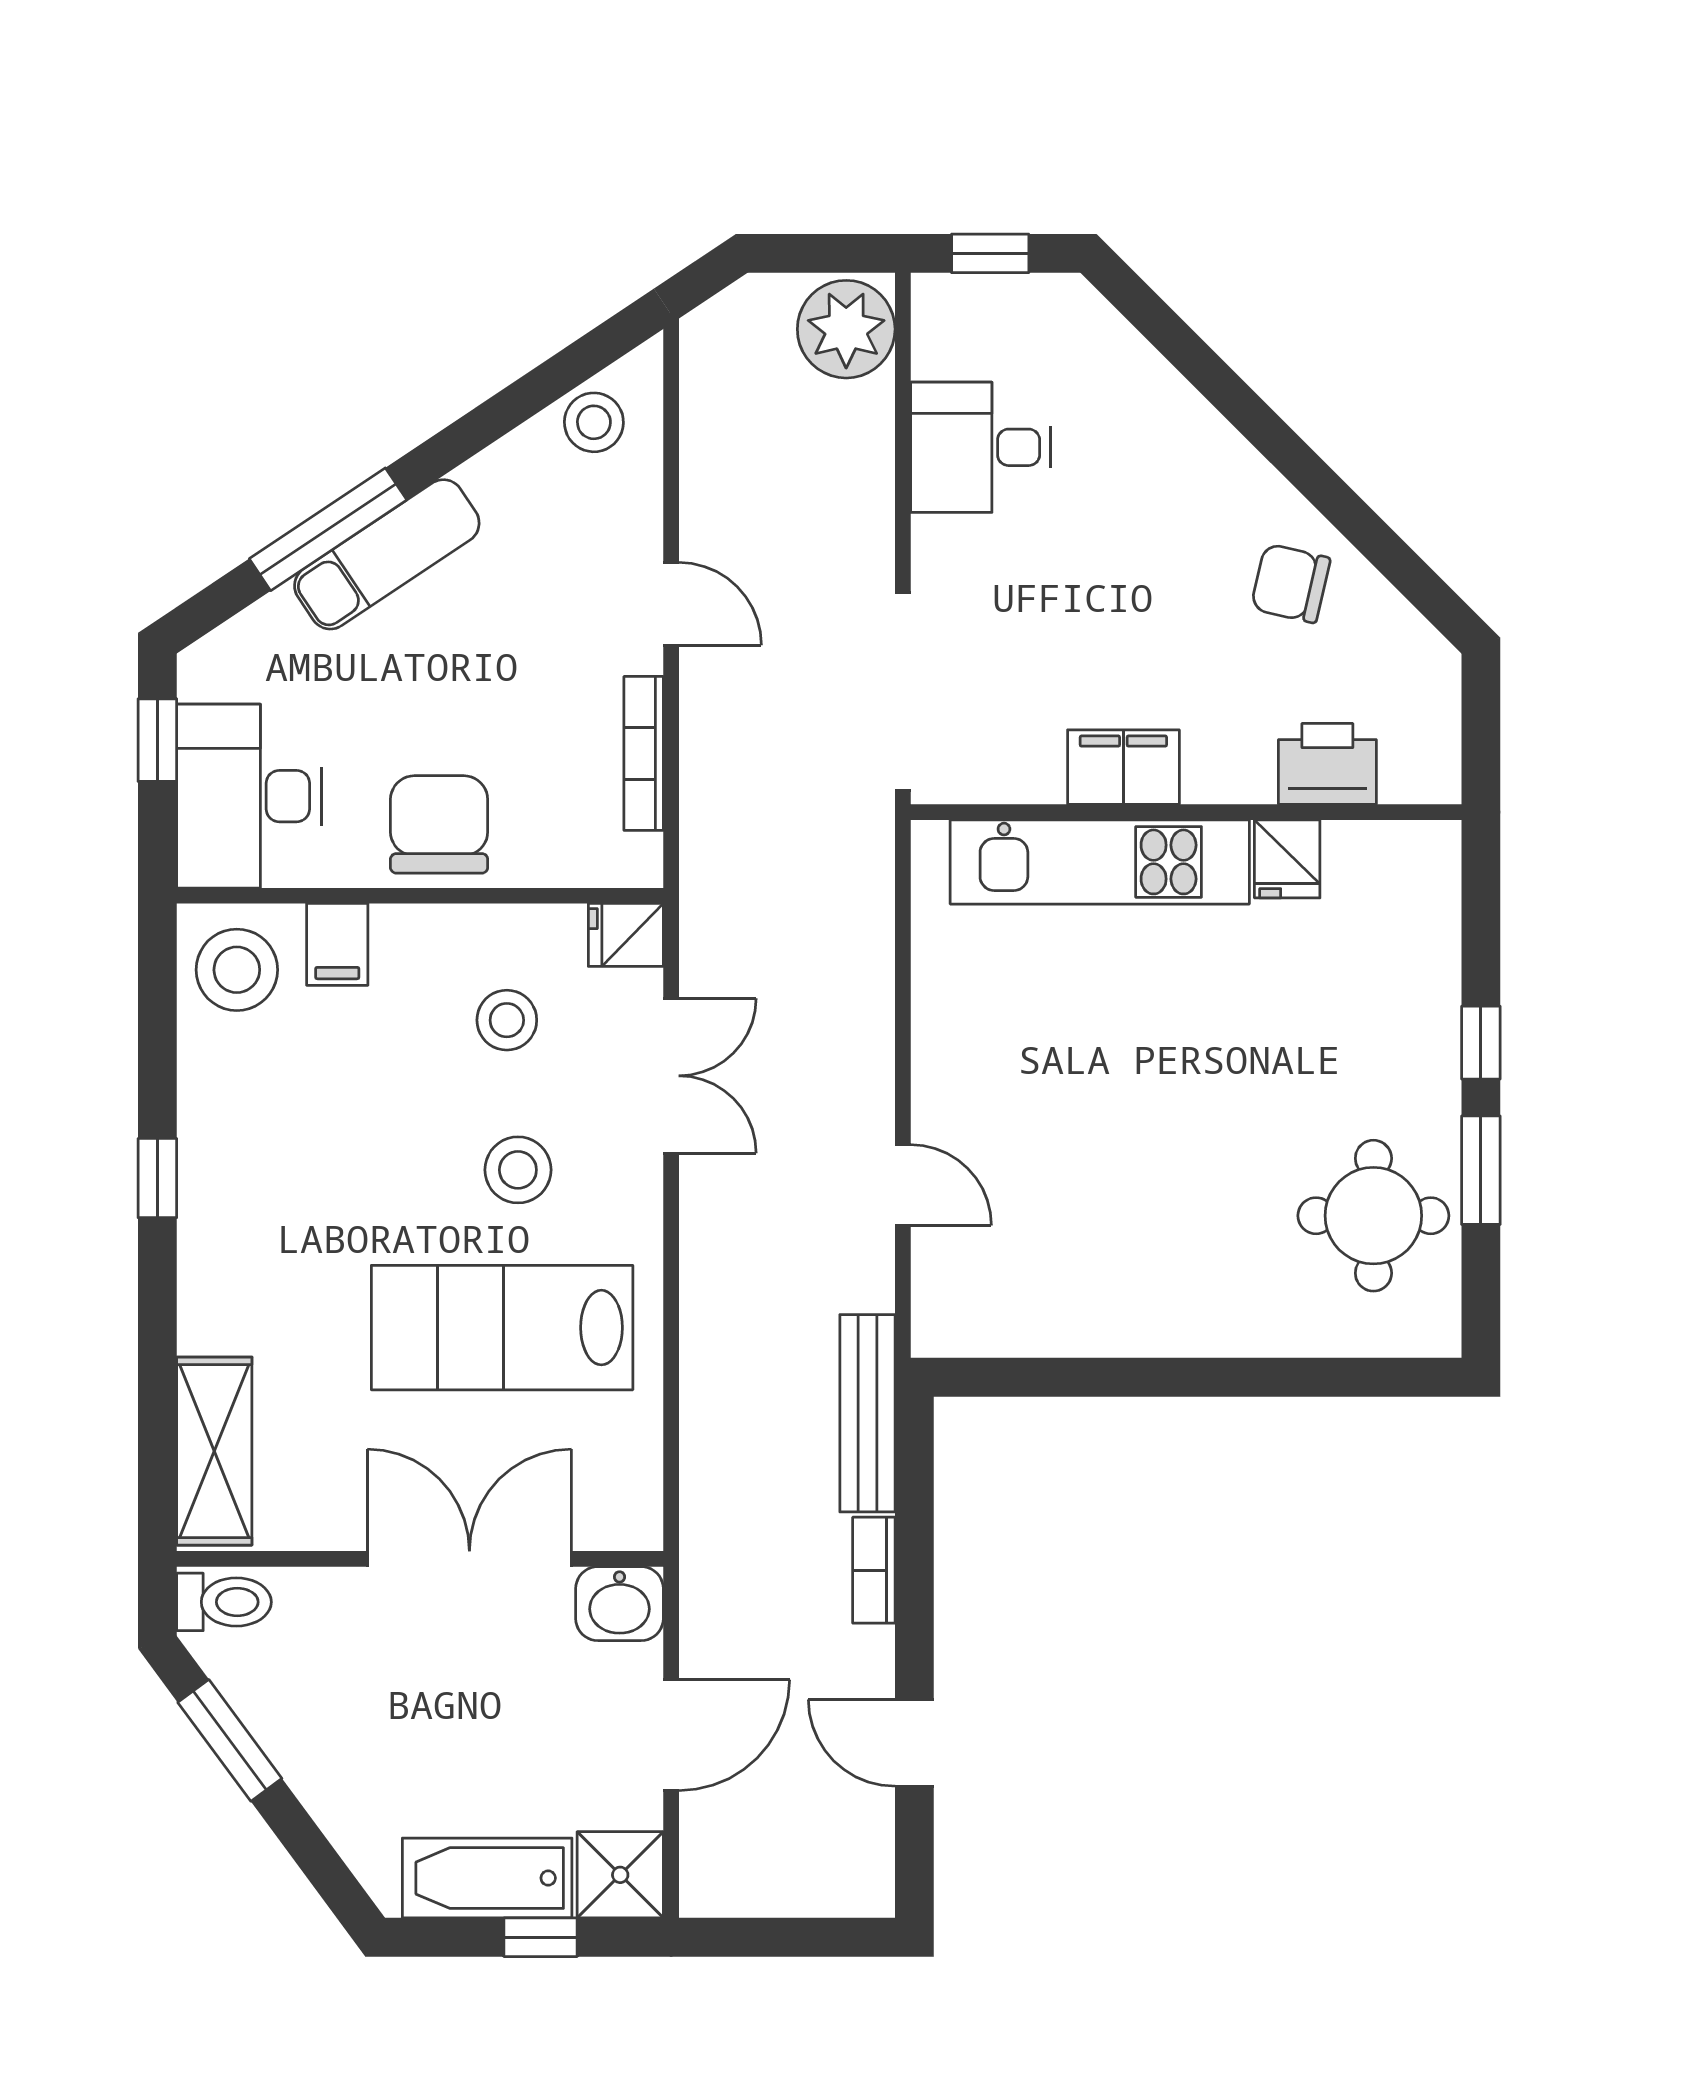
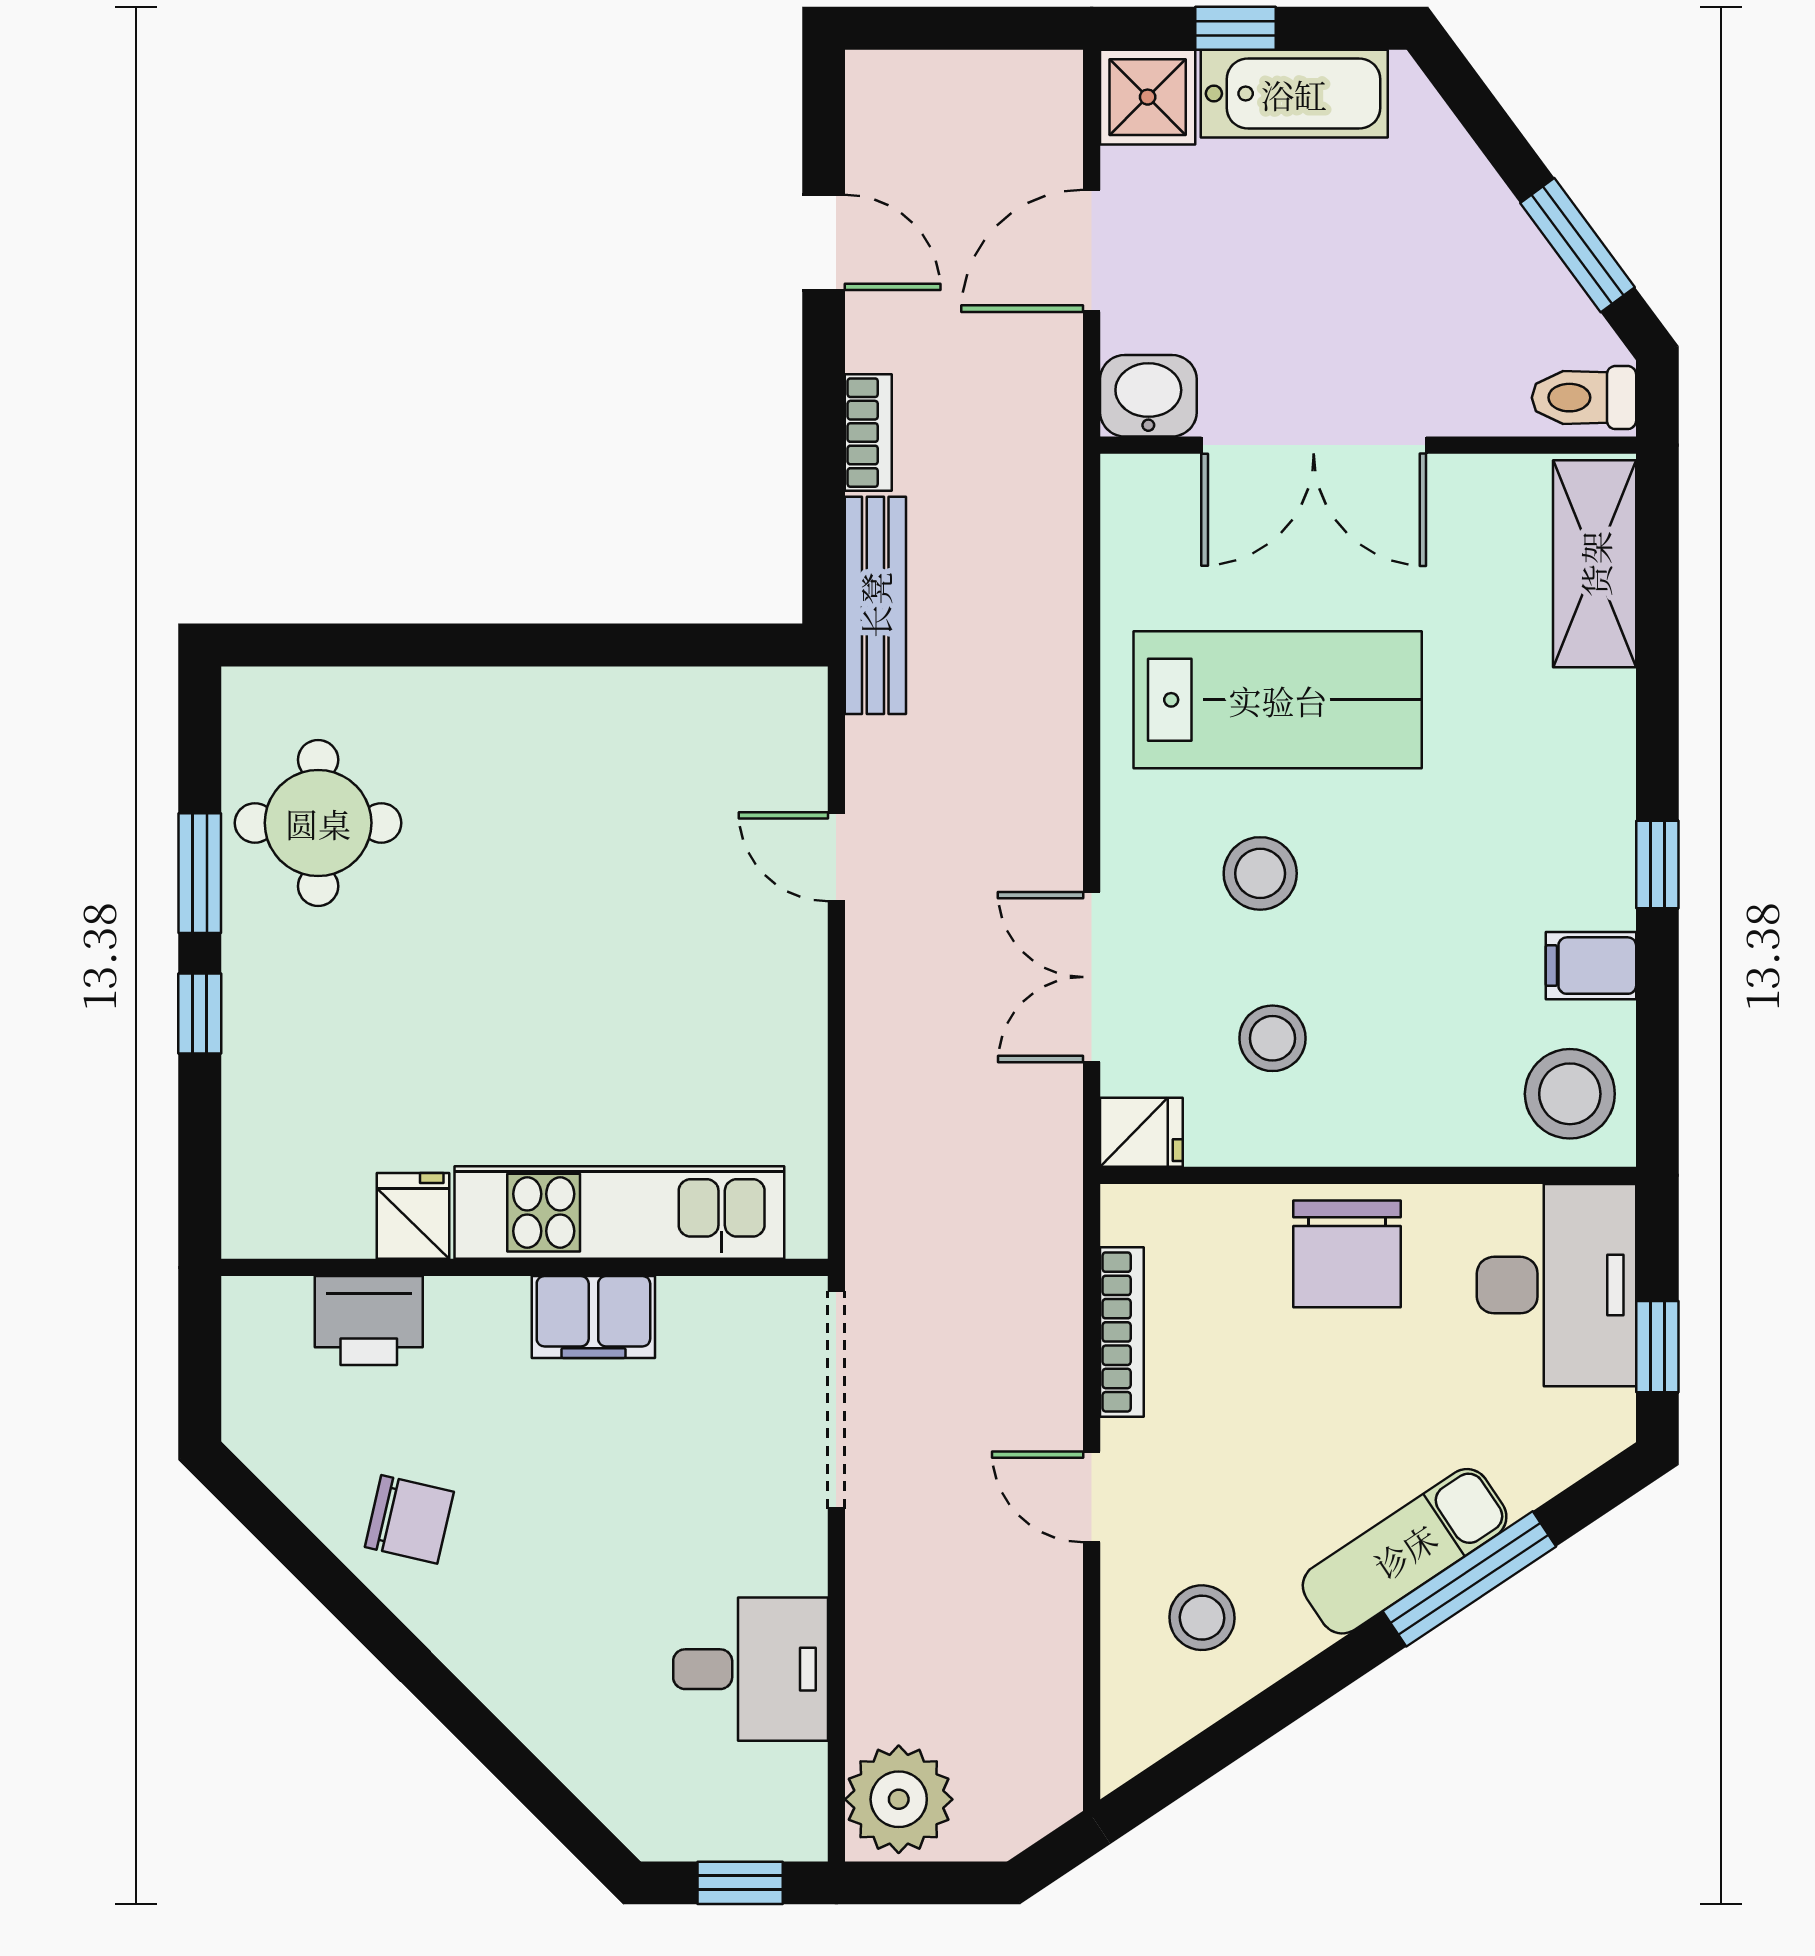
stool: (594, 422) -> (1202, 1618), moved
filing cabinet: (337, 944) -> (1591, 966), moved, turned -90

